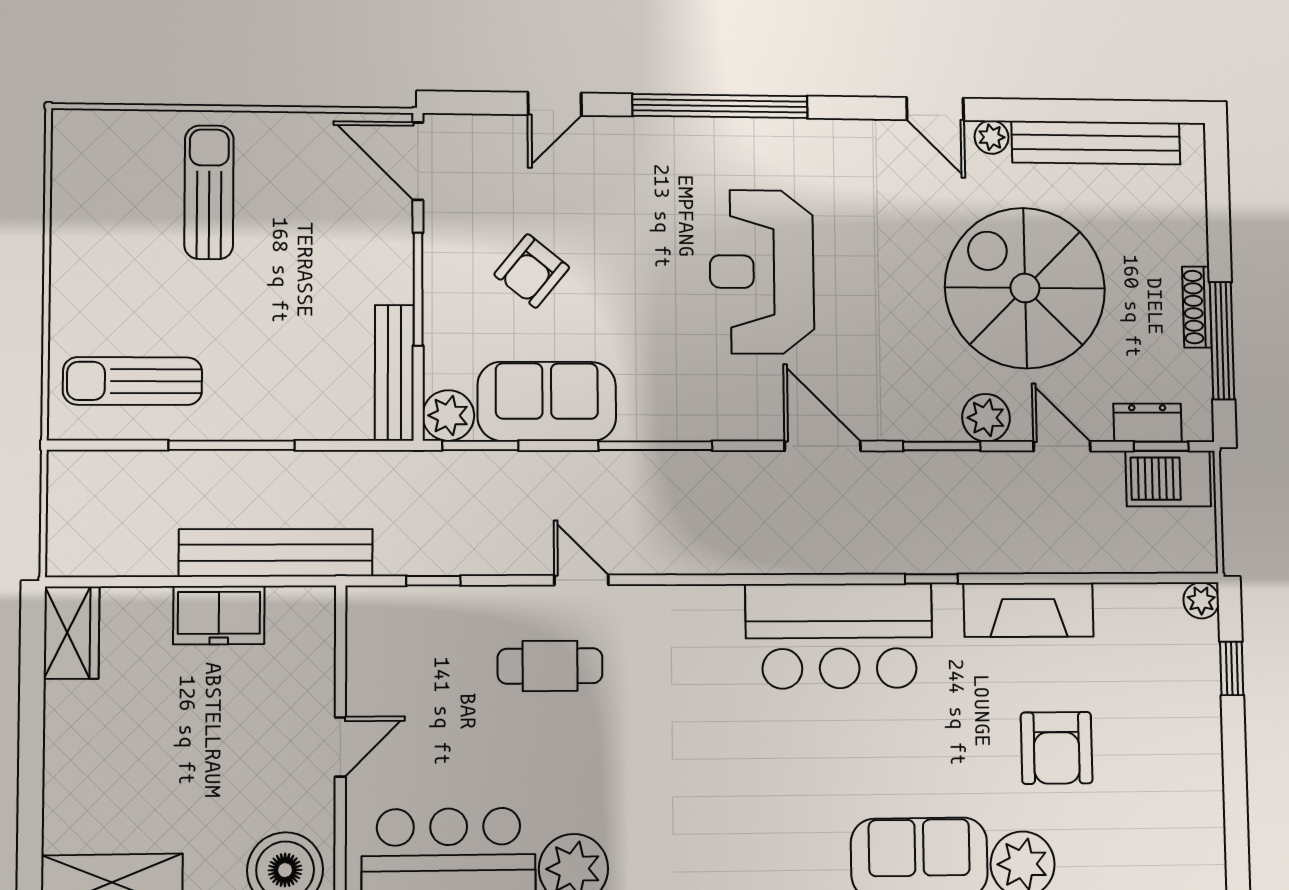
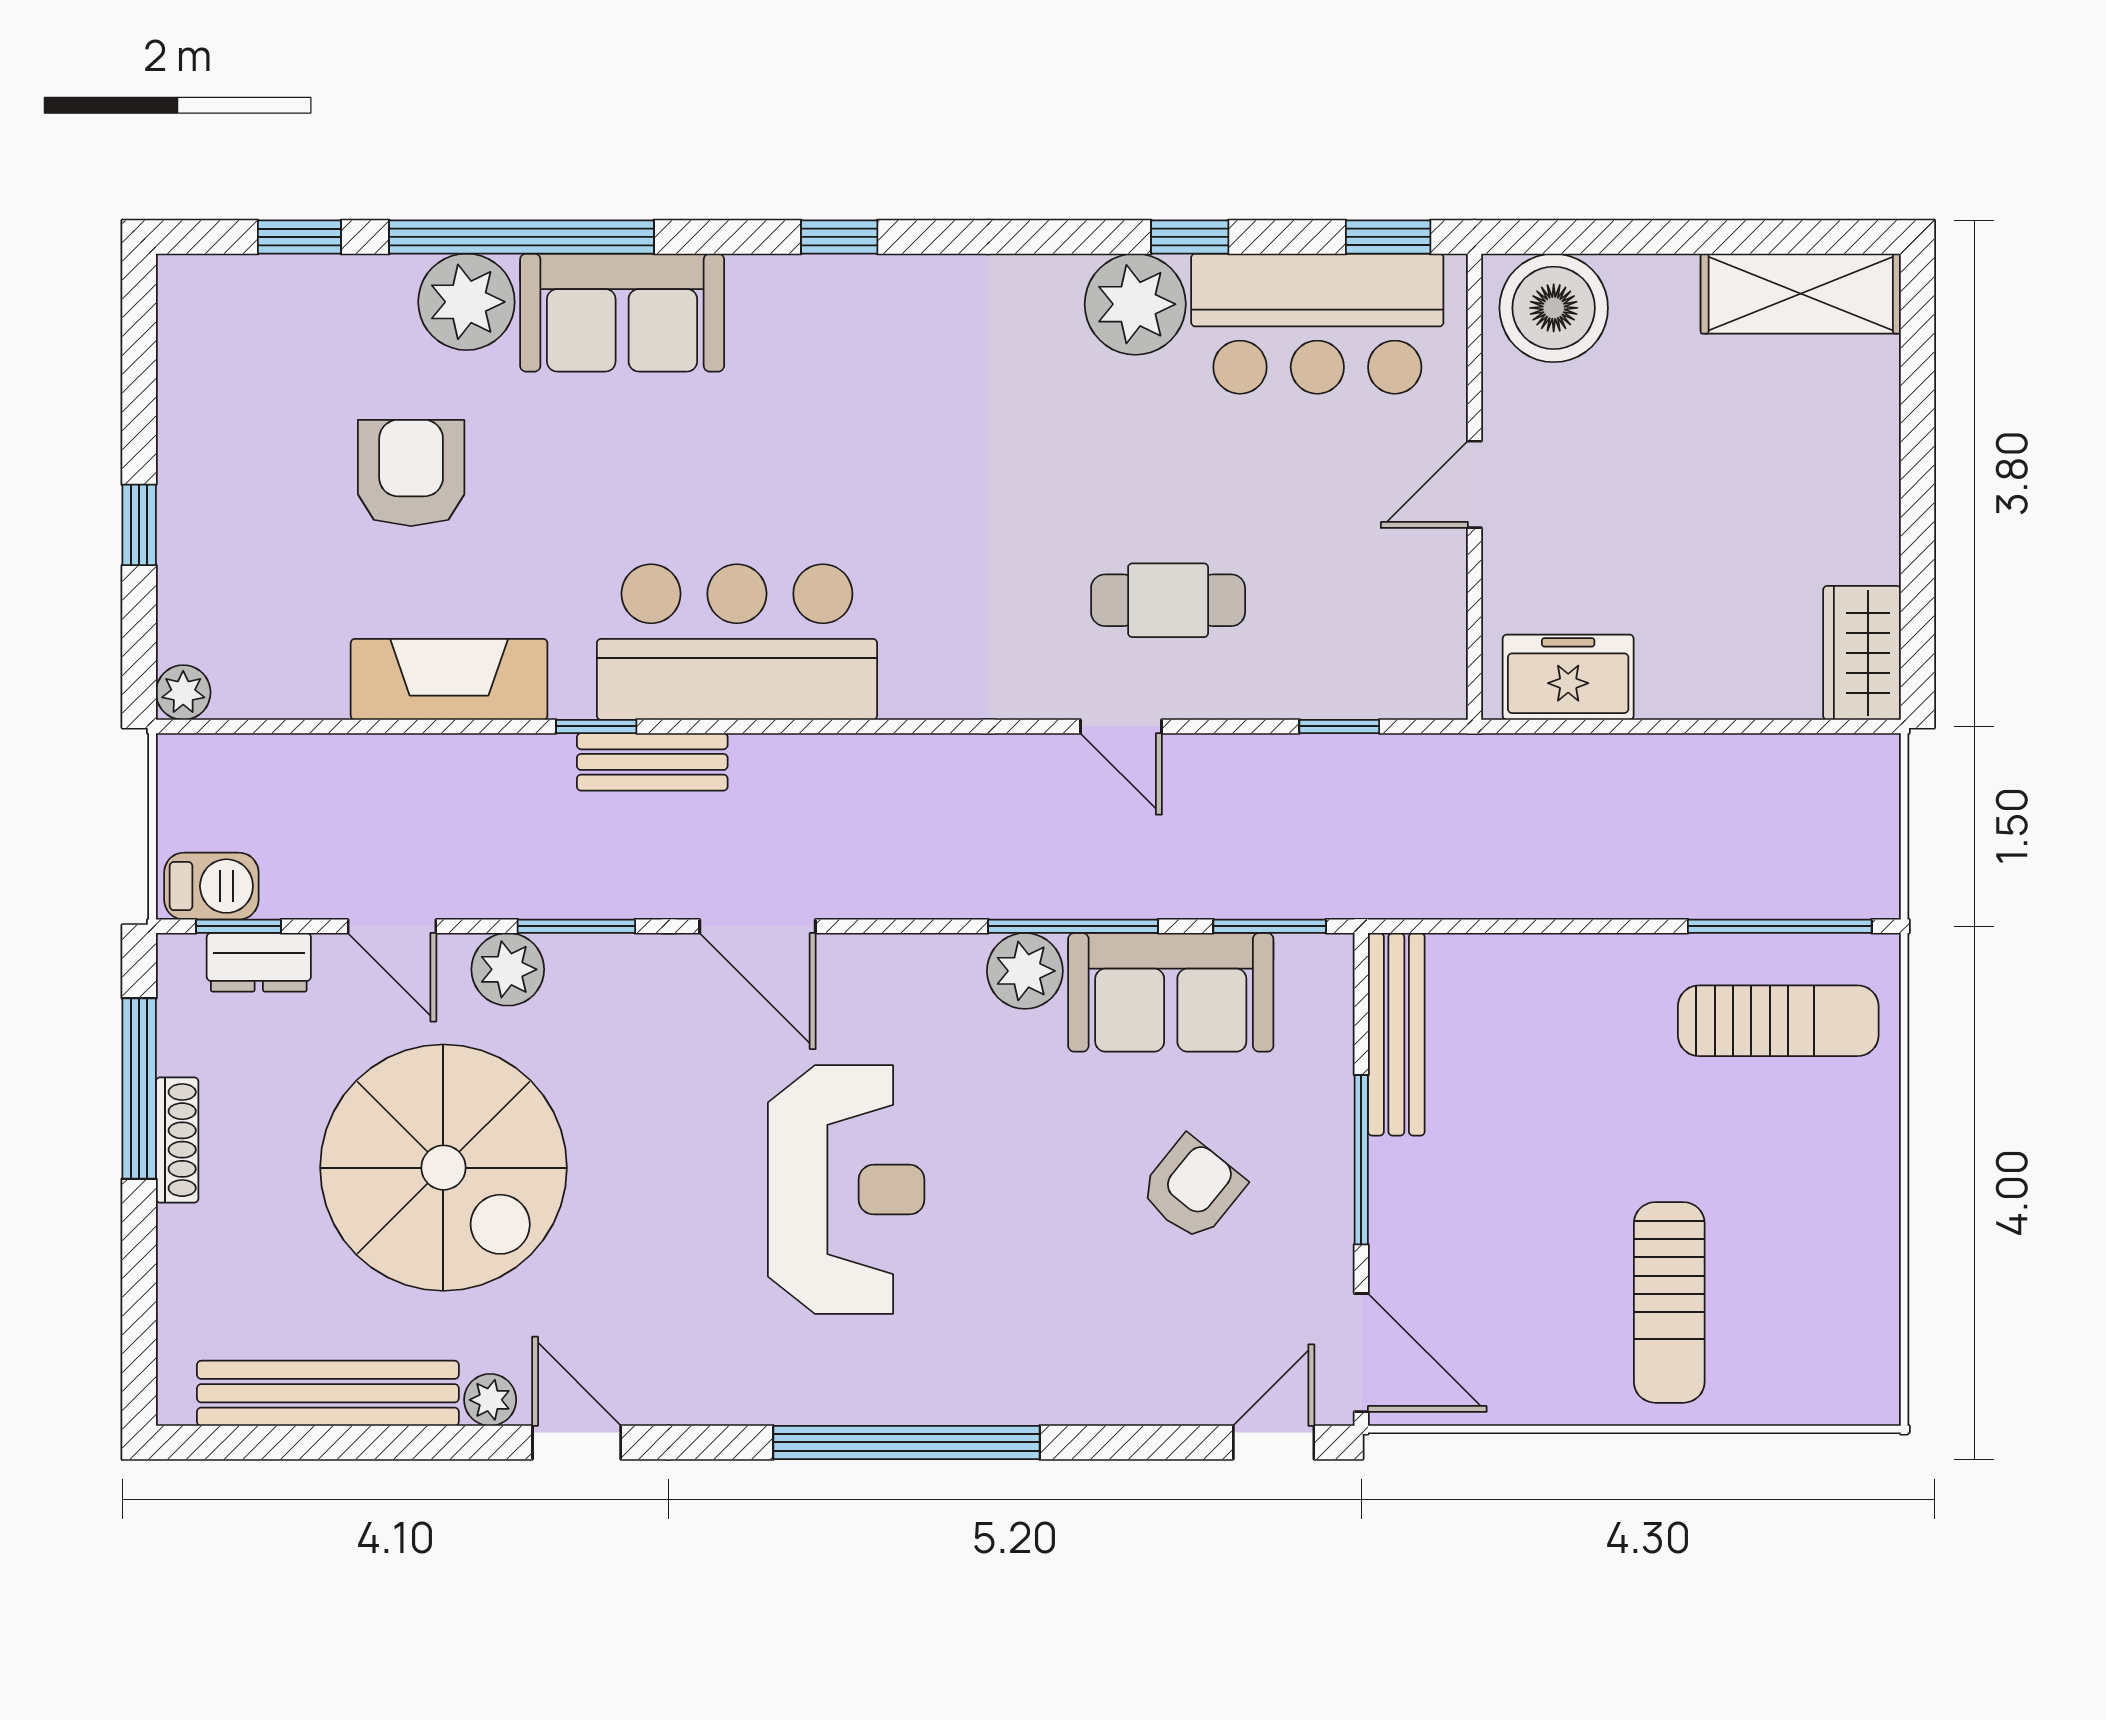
door: (555, 104) -> (1274, 1442), moved
plant: (448, 416) -> (1025, 971), moved
window: (232, 445) -> (1780, 926), moved
window: (655, 446) -> (1073, 926), moved
barbecue: (1168, 479) -> (211, 886), width x0.73, depth x0.79
bench: (276, 553) -> (652, 762), moved, width x0.54, depth x0.82
freezer: (219, 615) -> (1568, 677), moved
window: (1232, 668) -> (139, 525), moved

